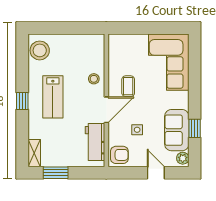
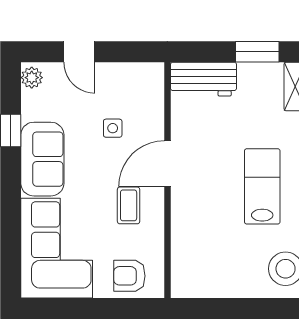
stool: (94, 79) -> (189, 218), removed
sofa: (177, 130) -> (42, 159), moved
workbench: (95, 142) -> (203, 79), moved, turned 90
armchair: (119, 155) -> (129, 276), moved

